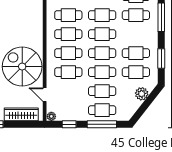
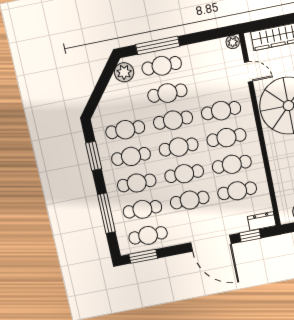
cafe table: (136, 34) -> (137, 183), added
plant: (142, 94) -> (124, 72), moved
window: (69, 124) -> (205, 36), removed

